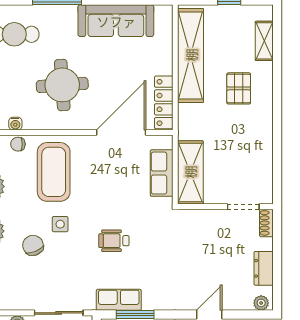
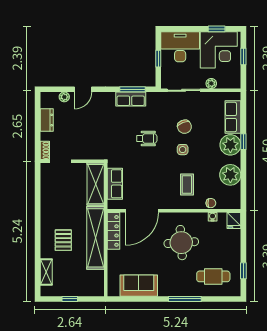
sofa: (116, 21) -> (139, 286), width x0.73
shelving: (191, 55) -> (96, 238), moved
coffee table: (54, 172) -> (187, 184), width x0.54, depth x0.58
chair: (33, 245) -> (184, 127), moved
row of seats: (119, 300) -> (131, 99), moved
plant: (261, 303) -> (64, 97), moved

